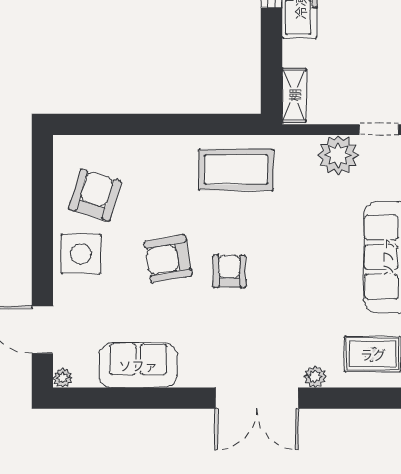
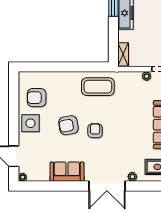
plant: (338, 155) -> (147, 76), width x0.53, depth x0.53
armchair: (95, 195) -> (37, 98), turned -107
sofa: (138, 365) -> (67, 172), moved

